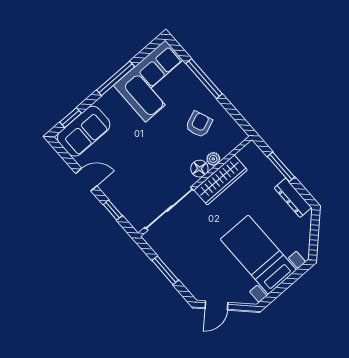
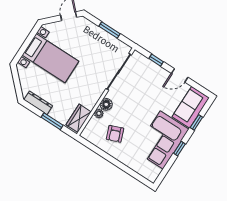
window: (116, 78) -> (179, 149), width x0.46
window: (204, 79) -> (120, 165), removed
corner sofa: (155, 81) -> (162, 140), moved
window: (71, 118) -> (196, 122), moved
wardrobe: (221, 180) -> (79, 118), moved, width x0.67

